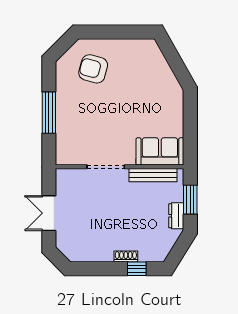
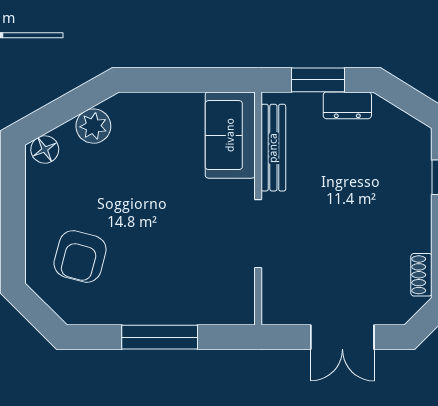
floor lamp: (152, 50) -> (45, 149), added
plant: (165, 76) -> (93, 126), added
shoe rack: (126, 256) -> (421, 275), moved

